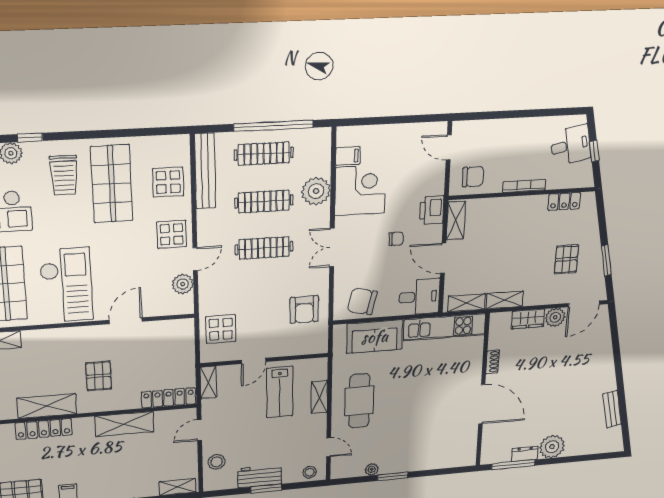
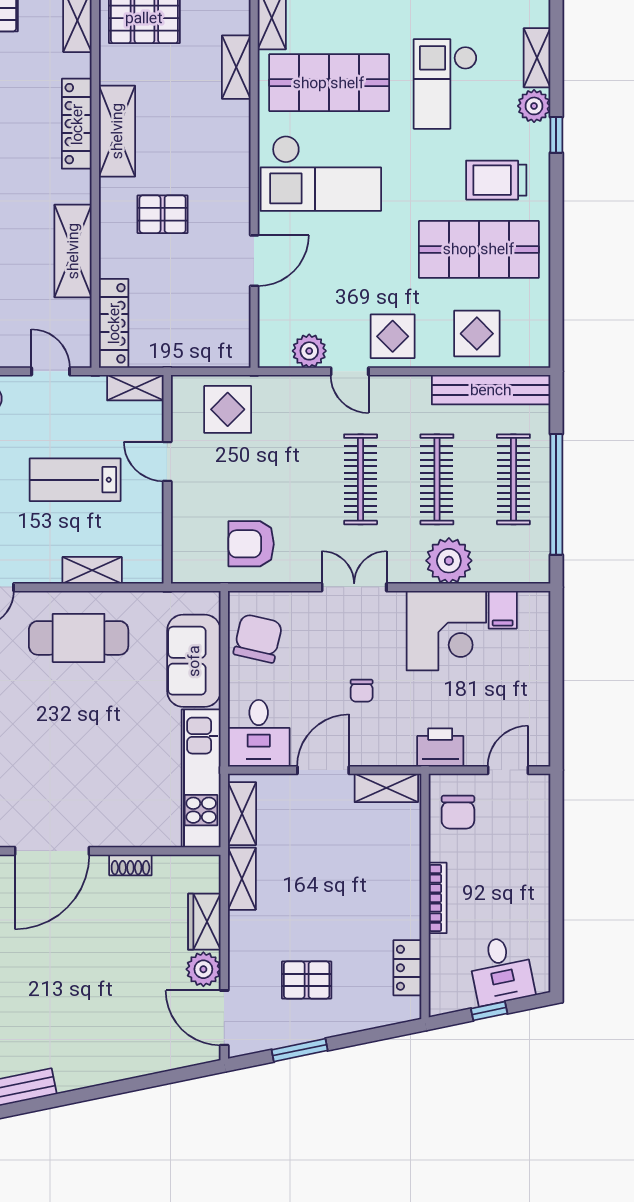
printer: (432, 210) -> (440, 747), moved
door: (126, 321) -> (254, 261), hinge flipped
lab bench: (280, 392) -> (75, 480), moved

